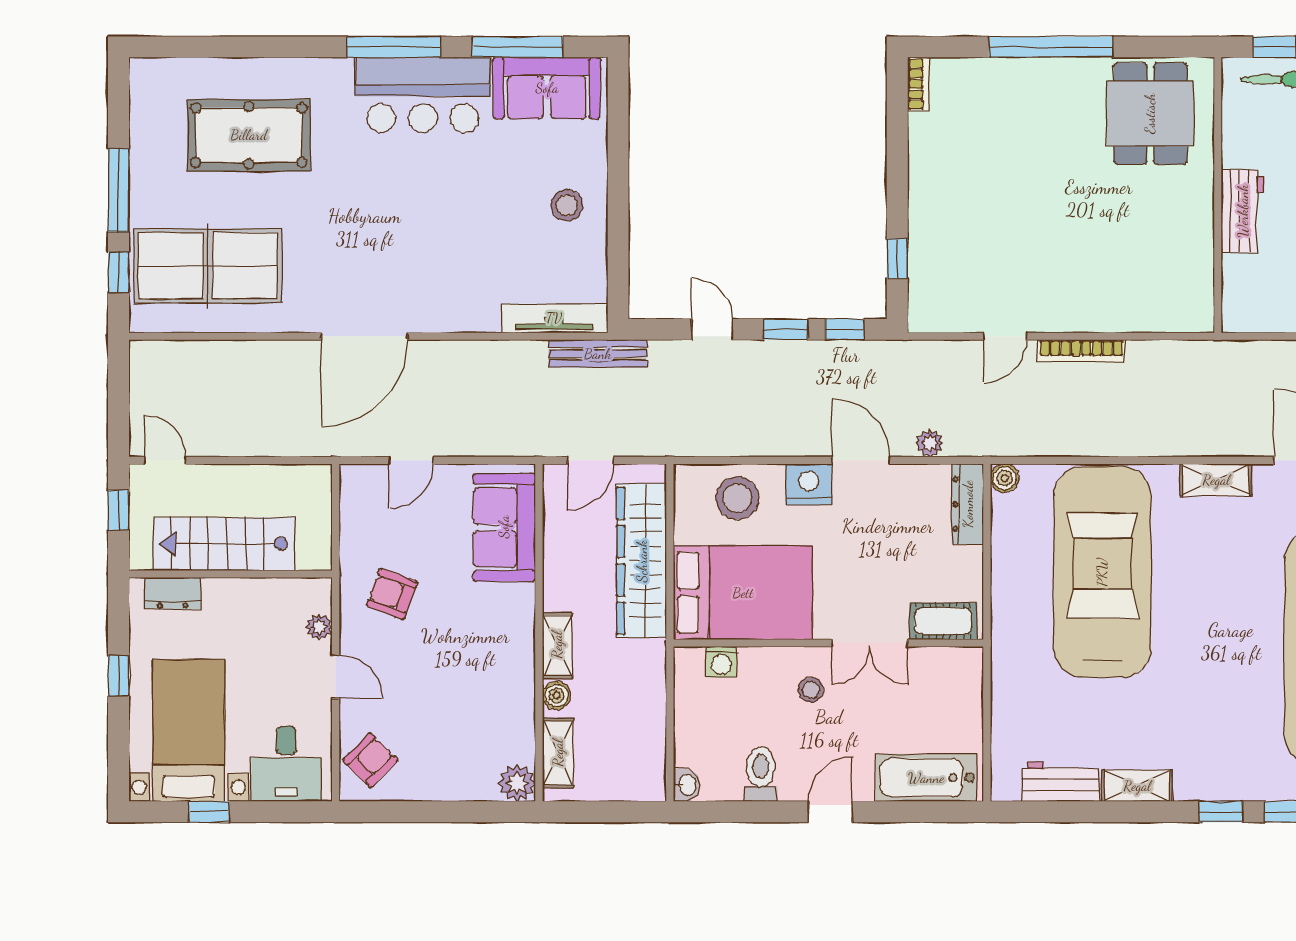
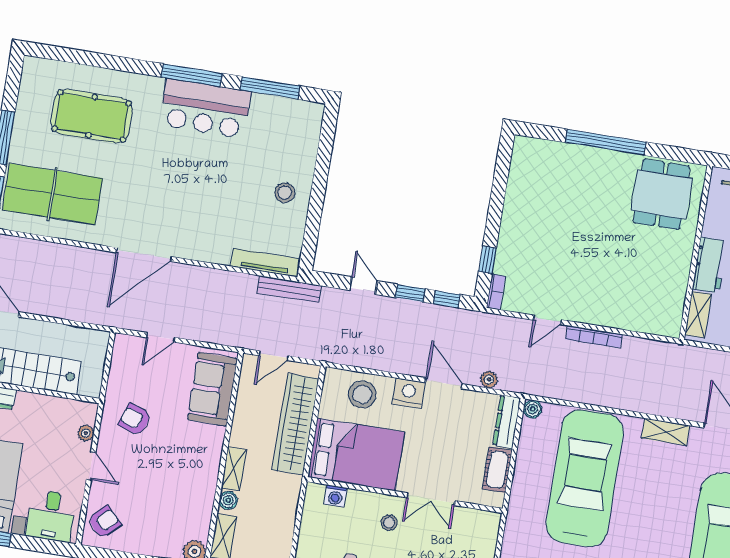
bookcase: (918, 84) -> (496, 292), moved
sofa: (547, 88) -> (284, 117), removed
shelving: (1237, 290) -> (698, 314), added
cot: (943, 621) -> (497, 470), moved, turned 90

